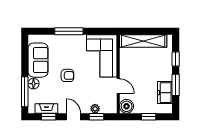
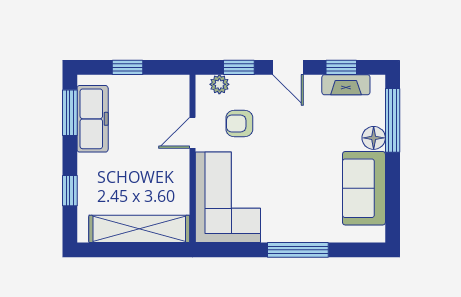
armchair: (67, 75) -> (239, 124), moved
window: (176, 85) -> (70, 113), moved
door: (118, 86) -> (193, 133), hinge flipped
freezer: (165, 93) -> (93, 119), width x1.40
boiler: (127, 106) -> (175, 89), removed
plant: (95, 109) -> (219, 84), moved

